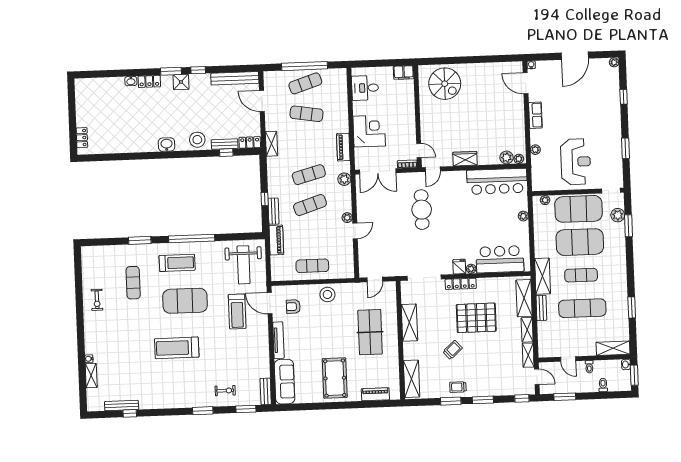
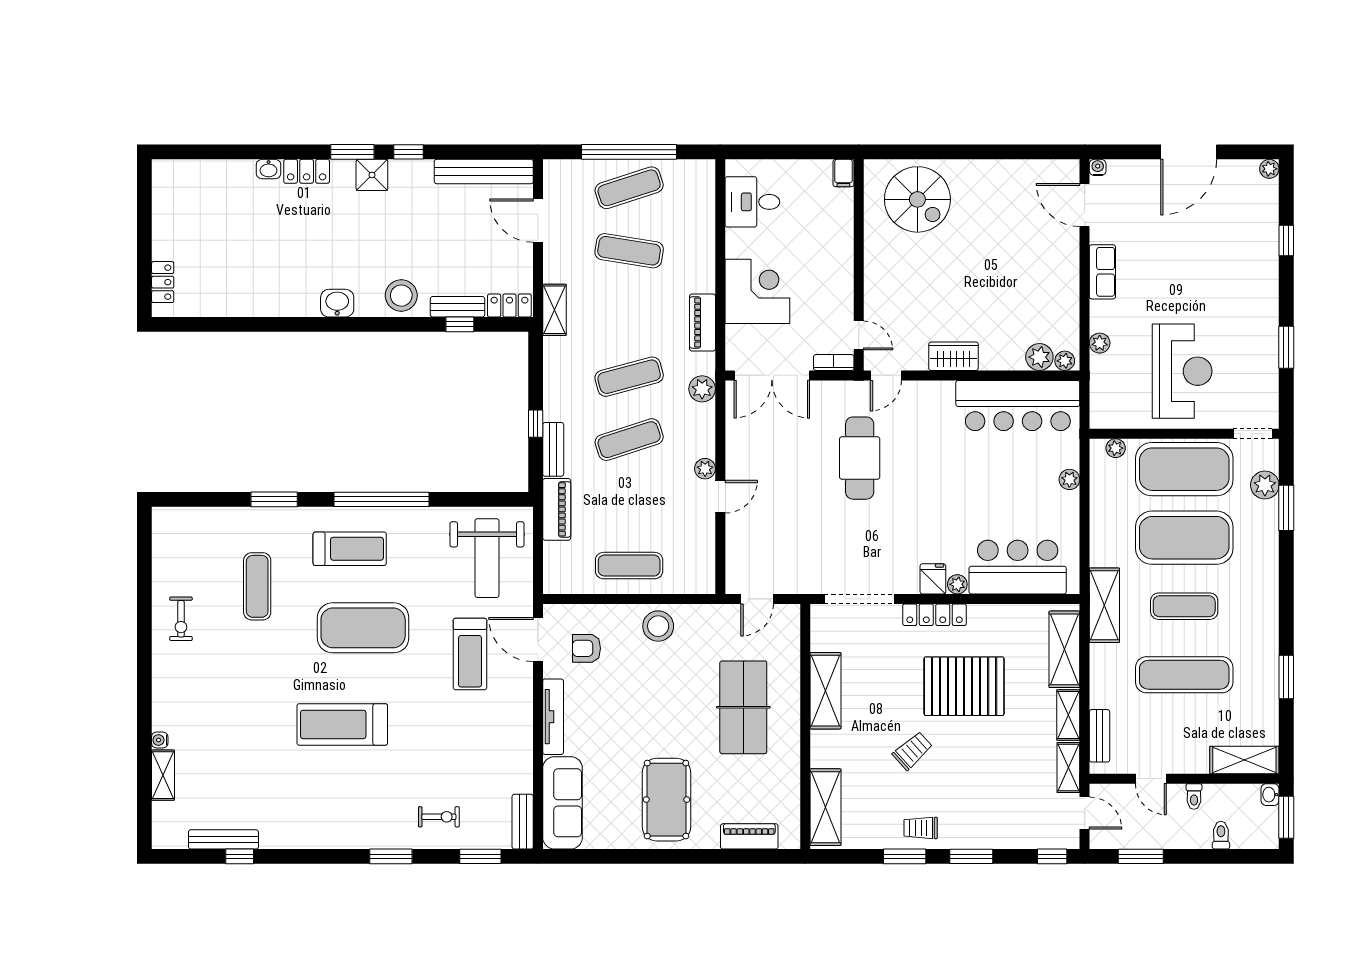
filing cabinet: (404, 72) -> (843, 173), width x0.50
bench: (541, 308) -> (1100, 736), moved

